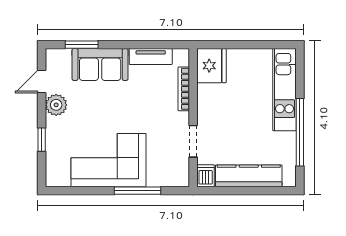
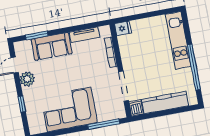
fridge: (212, 66) -> (123, 28), width x0.53, depth x0.75
doorway: (193, 141) -> (124, 86), width x1.38
window: (137, 191) -> (104, 124), moved

